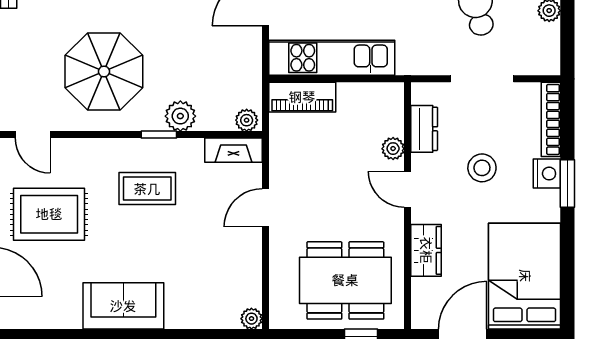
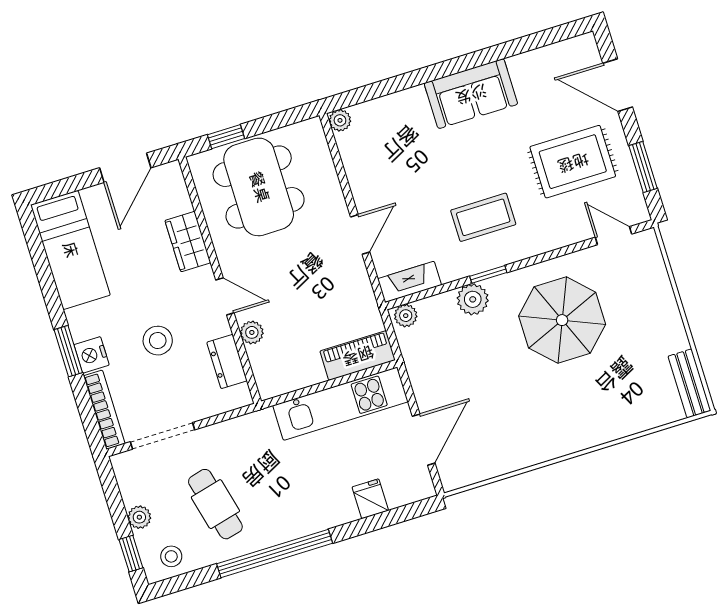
doorway: (482, 79) -> (162, 436), moved
bed: (525, 276) -> (70, 250), width x0.67
dining table: (345, 280) -> (259, 187), turned 90

